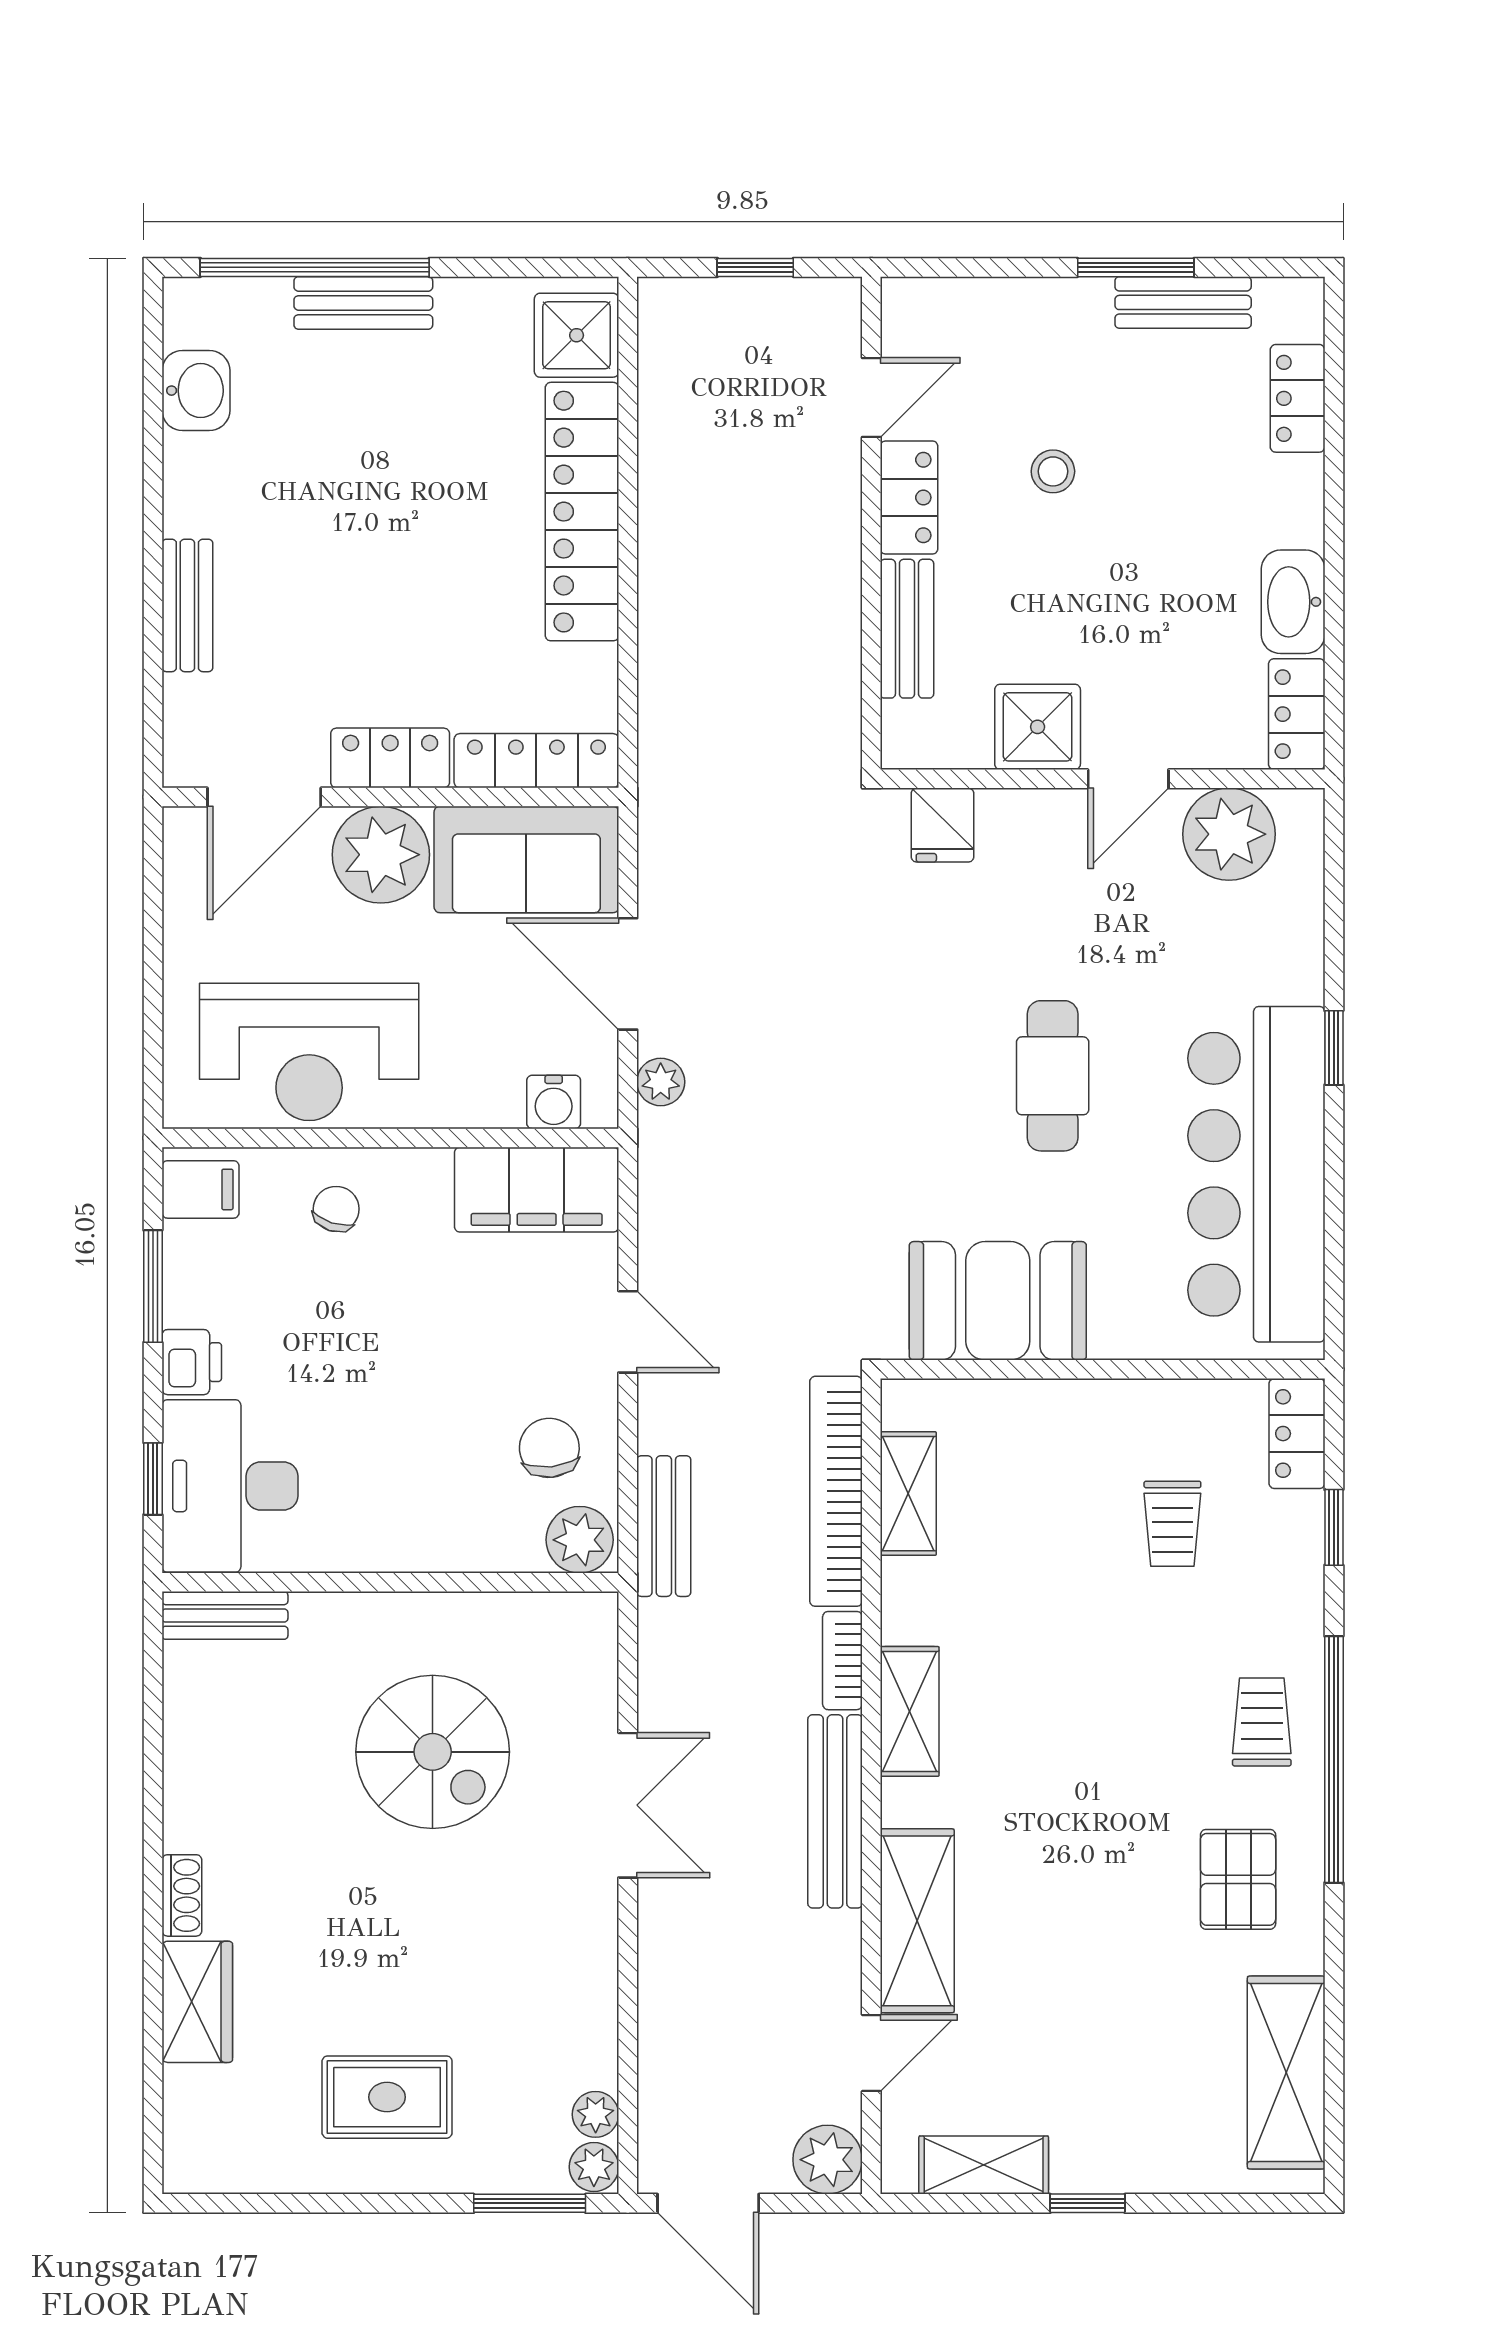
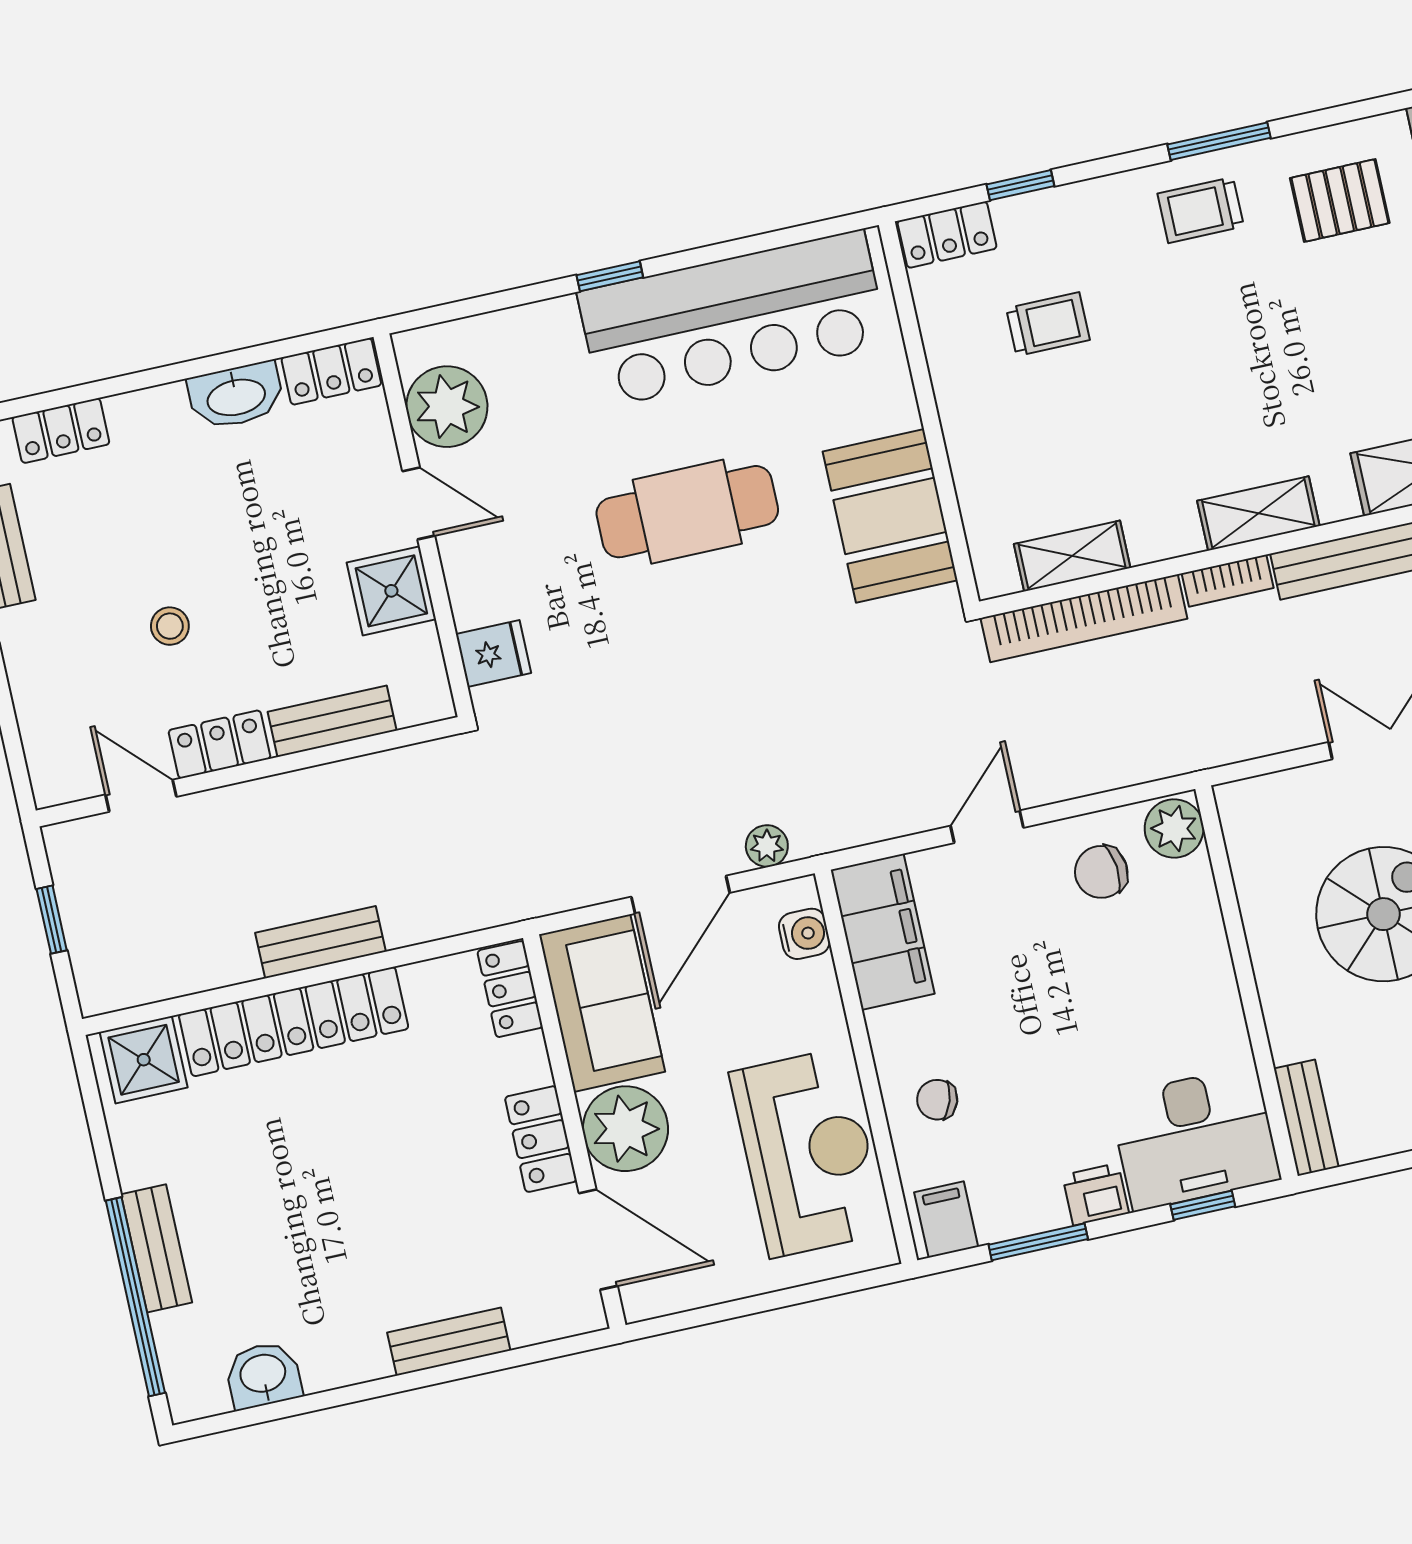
locker: (536, 761) -> (510, 989), width x0.66
cafe table: (1053, 1076) -> (687, 512), width x1.37, depth x1.35
bench: (664, 1526) -> (320, 942), moved
window: (1334, 1759) -> (1219, 141), width x0.47

